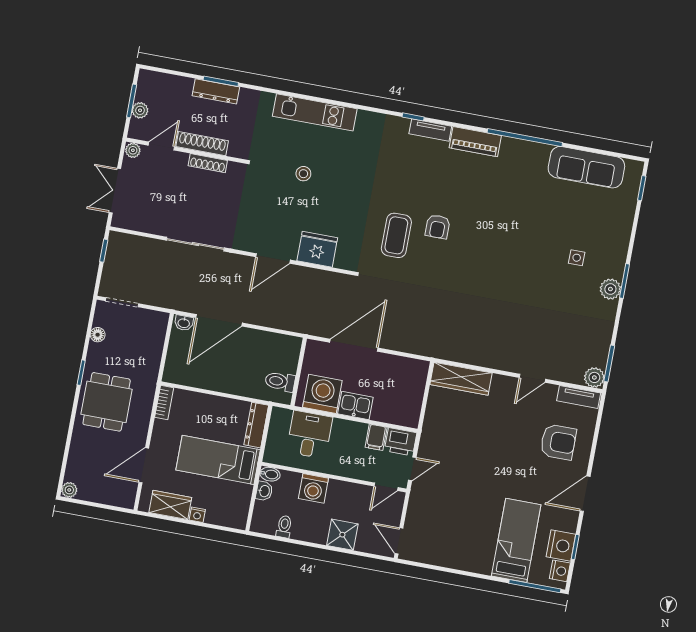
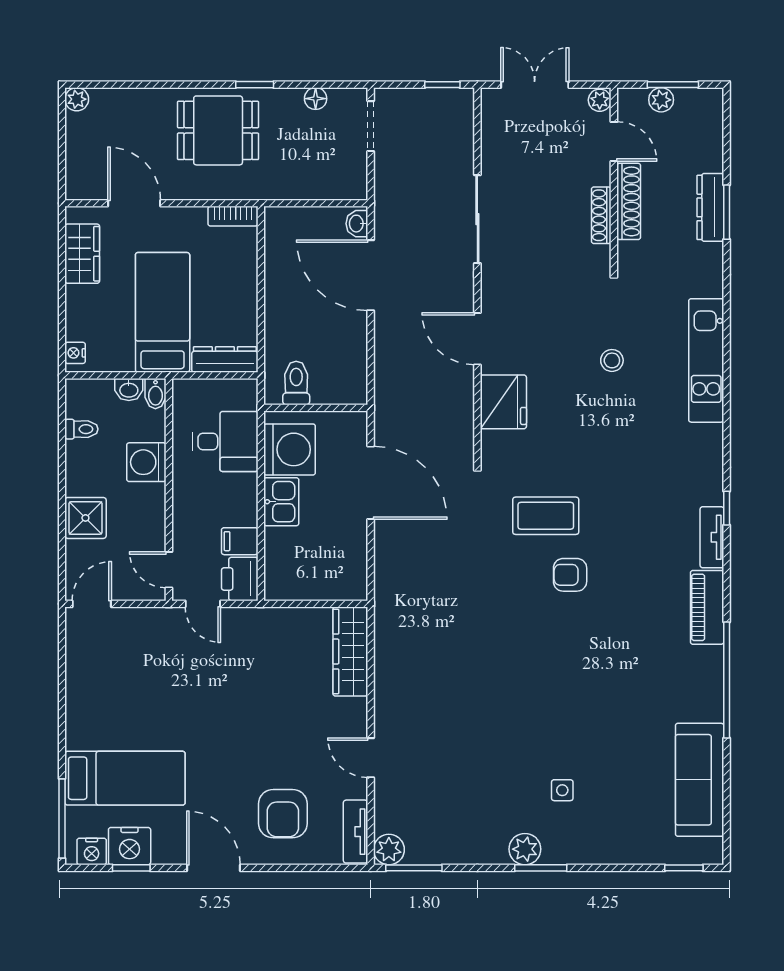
nightstand: (197, 515) -> (75, 353), moved

